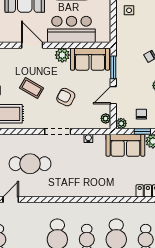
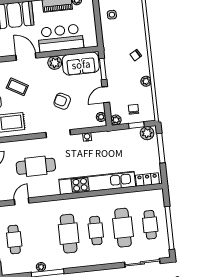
coffee table: (32, 88) -> (17, 87), moved
sofa: (125, 145) -> (122, 140), removed
kitchen unit: (94, 189) -> (97, 183), added

